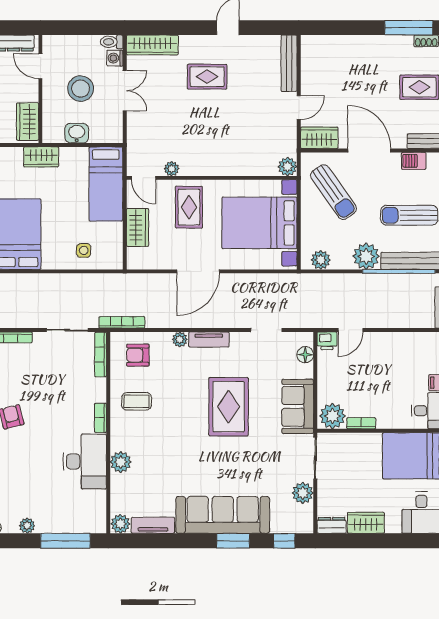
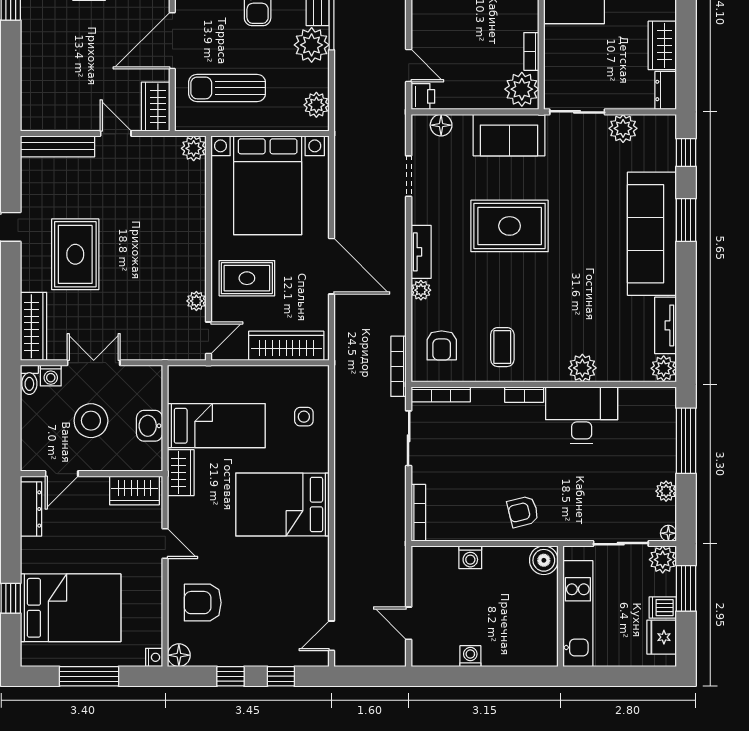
rug: (207, 77) -> (75, 254), width x1.36, depth x1.43
bed: (106, 184) -> (216, 426), moved
sun lounger: (333, 192) -> (227, 88), turned -145
wardrobe: (138, 227) -> (286, 346), width x1.50

